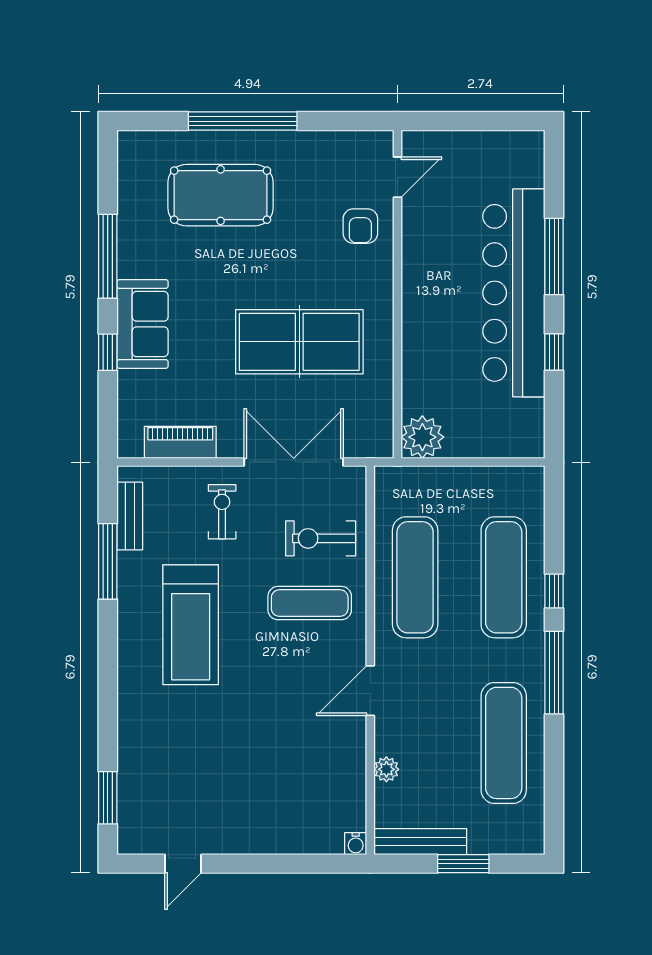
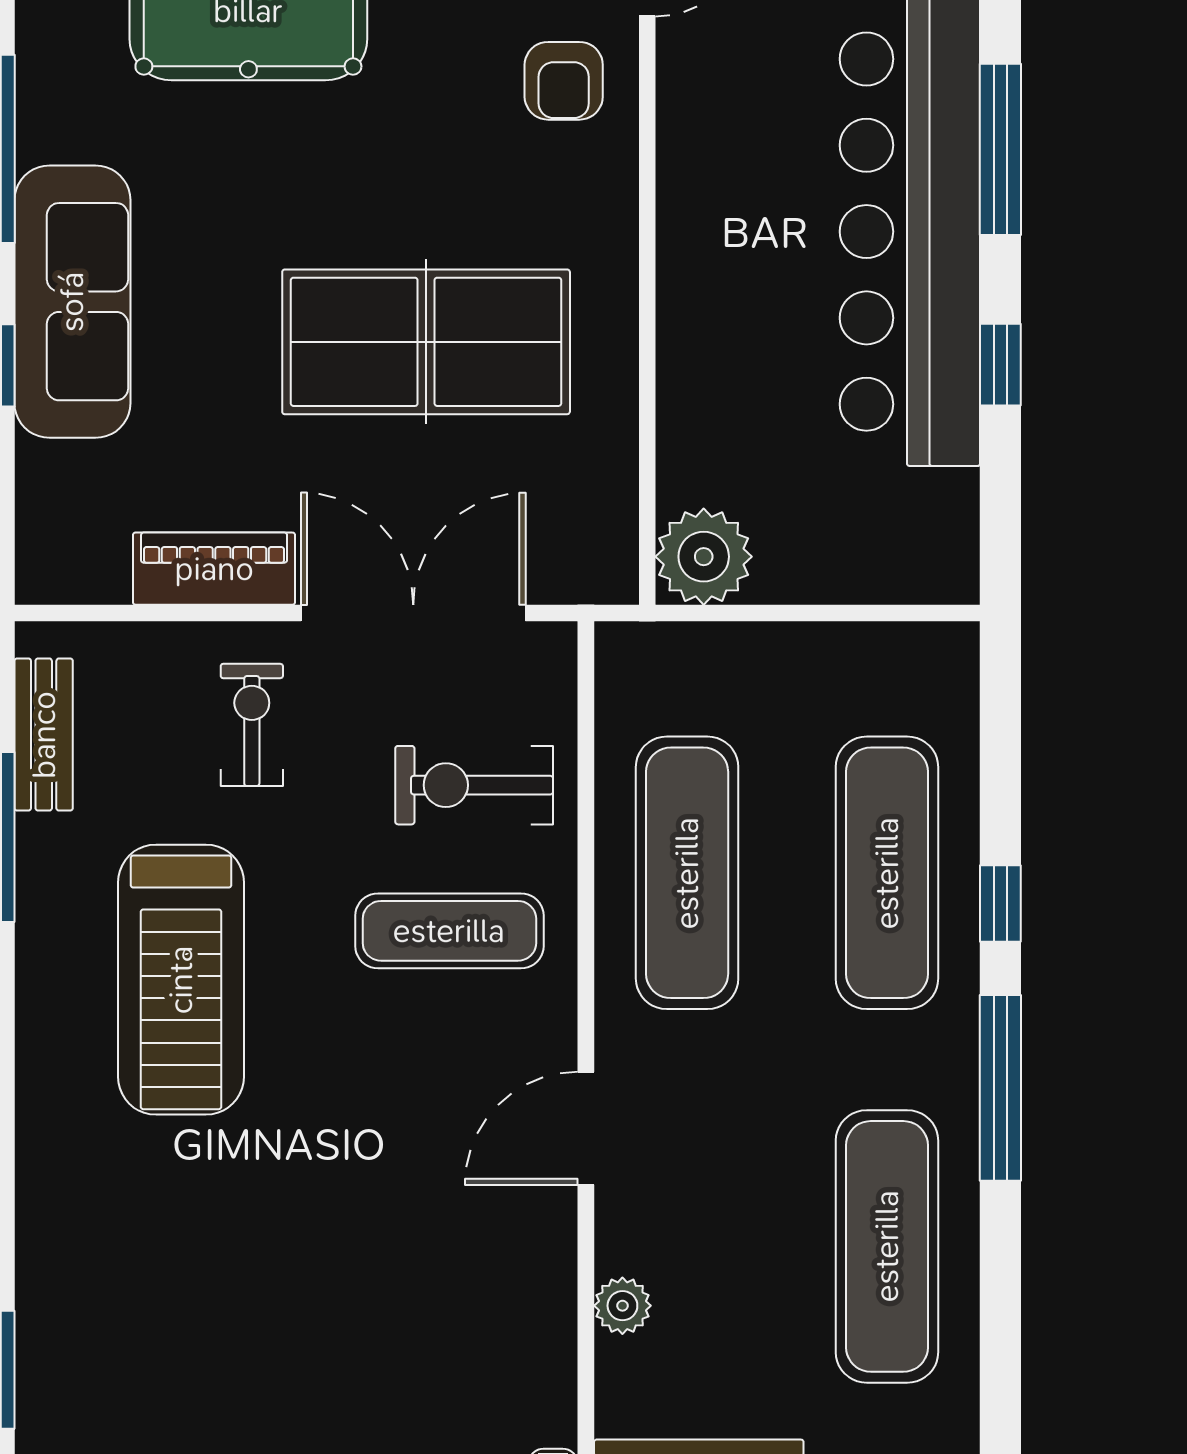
sofa: (142, 324) -> (72, 302), width x1.36
piano: (180, 442) -> (214, 569), moved

